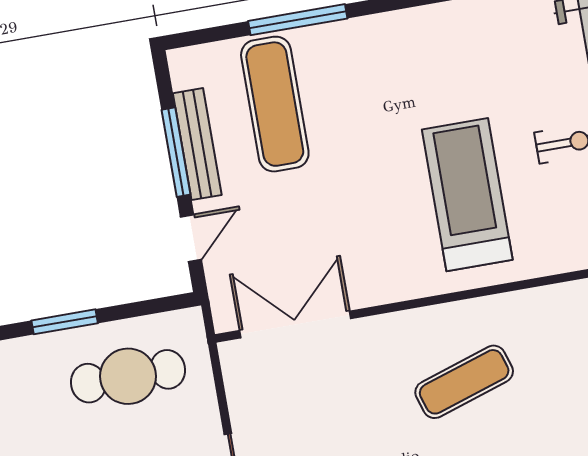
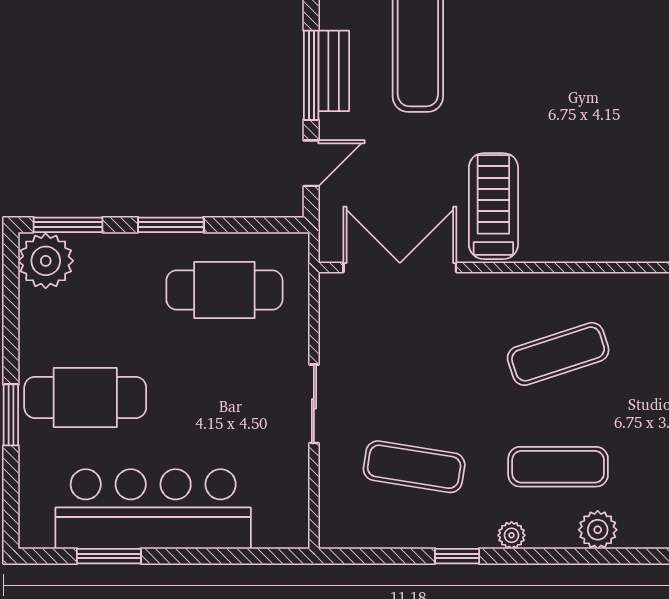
bench: (197, 144) -> (334, 71), width x0.73
treadmill: (467, 195) -> (493, 206), moved, width x0.73, depth x0.73

